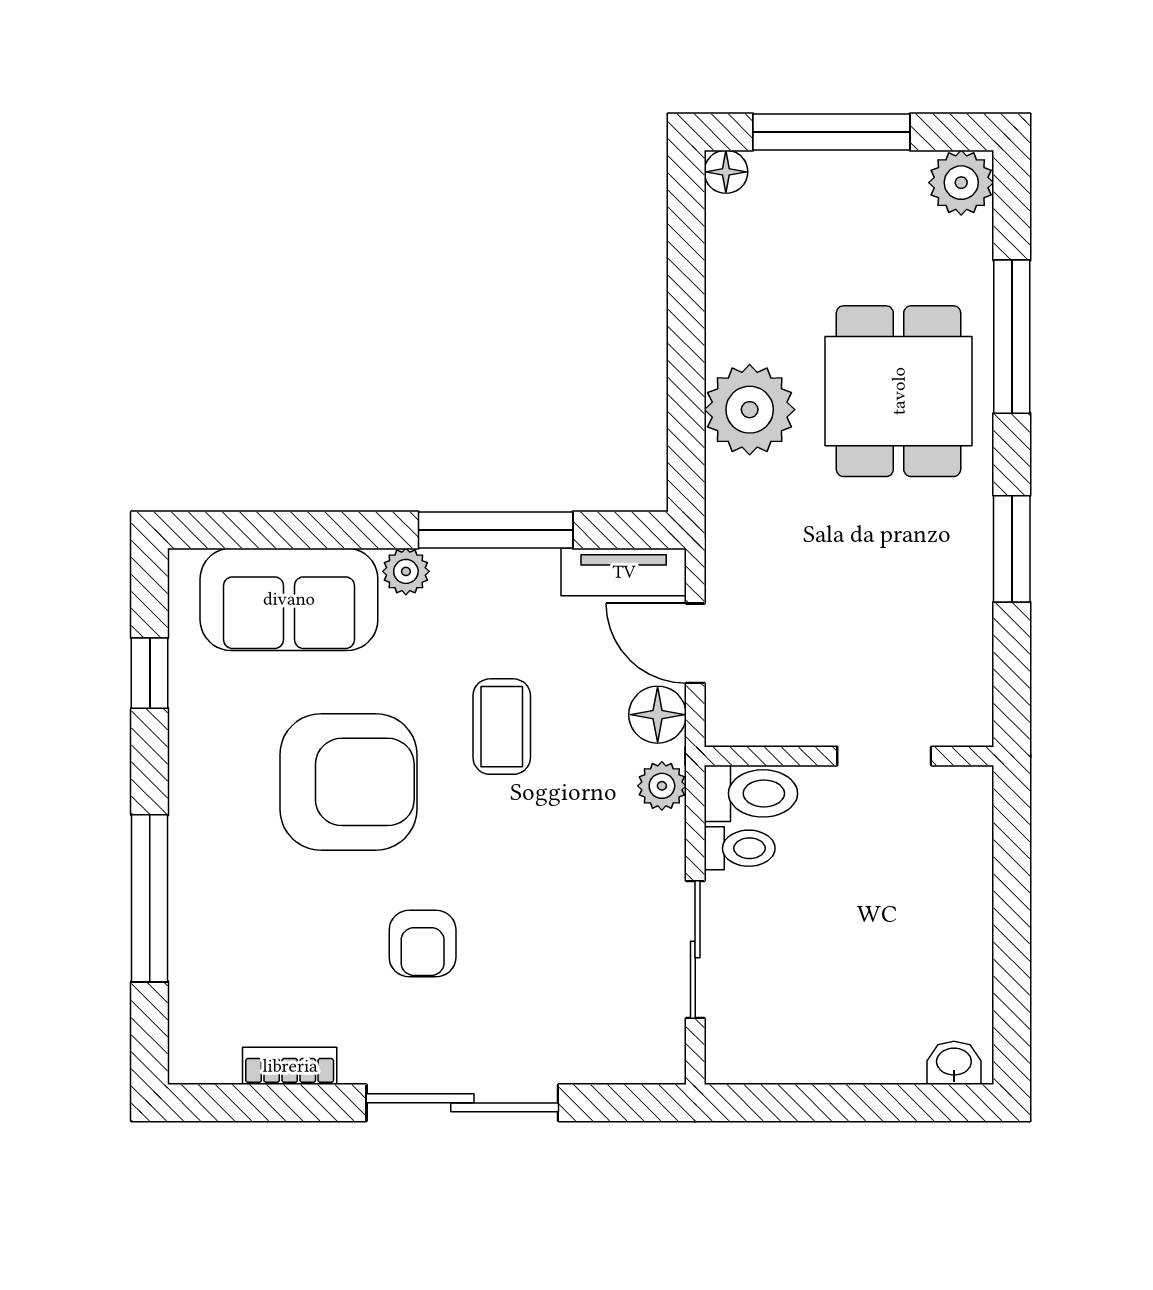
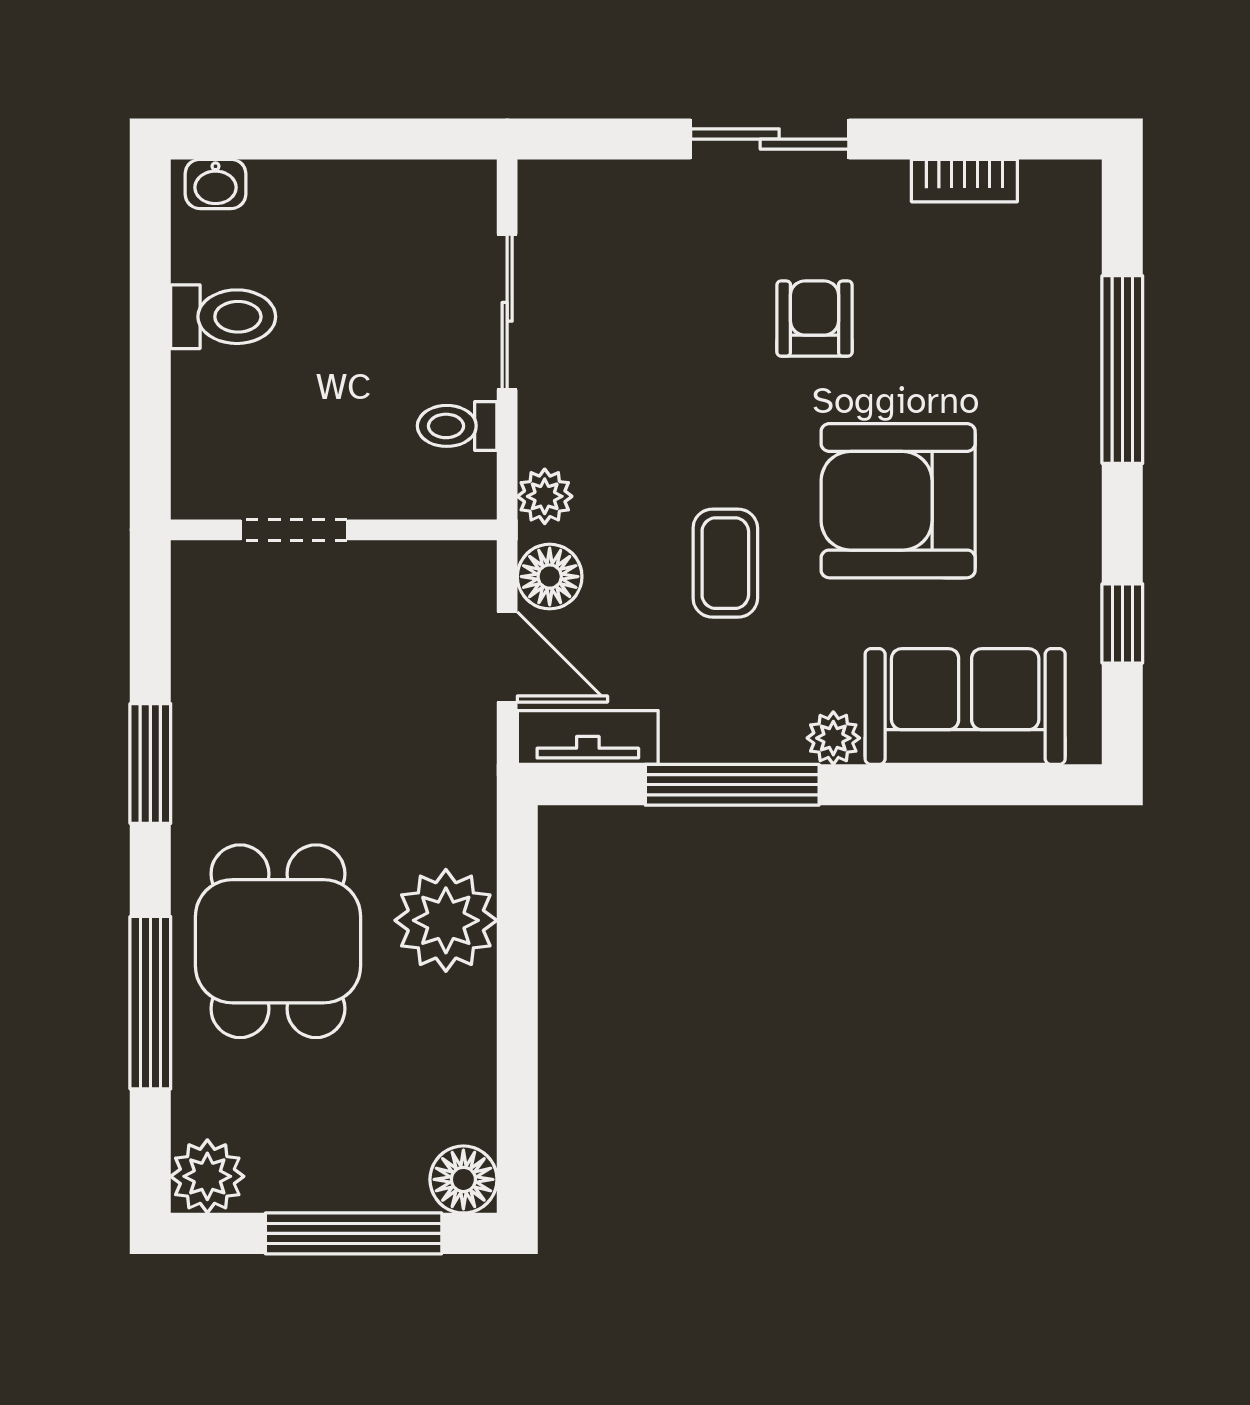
floor lamp: (726, 172) -> (463, 1179), width x1.37, depth x1.37
toilet: (751, 793) -> (223, 317), moved, turned 180
sliding door: (462, 1103) -> (770, 139), width x0.73

